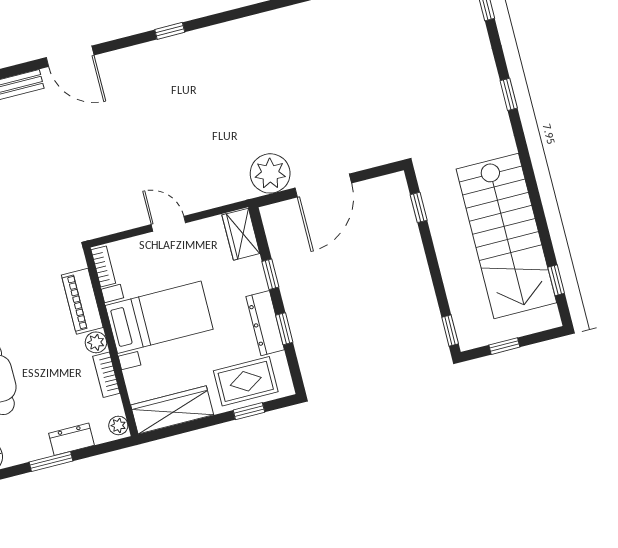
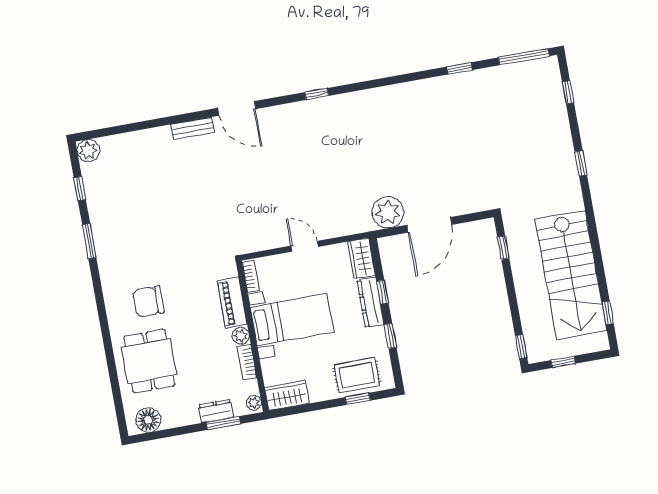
dresser: (265, 323) -> (371, 302), moved
wardrobe: (172, 410) -> (287, 395), width x0.67
window: (51, 462) -> (223, 423), moved

